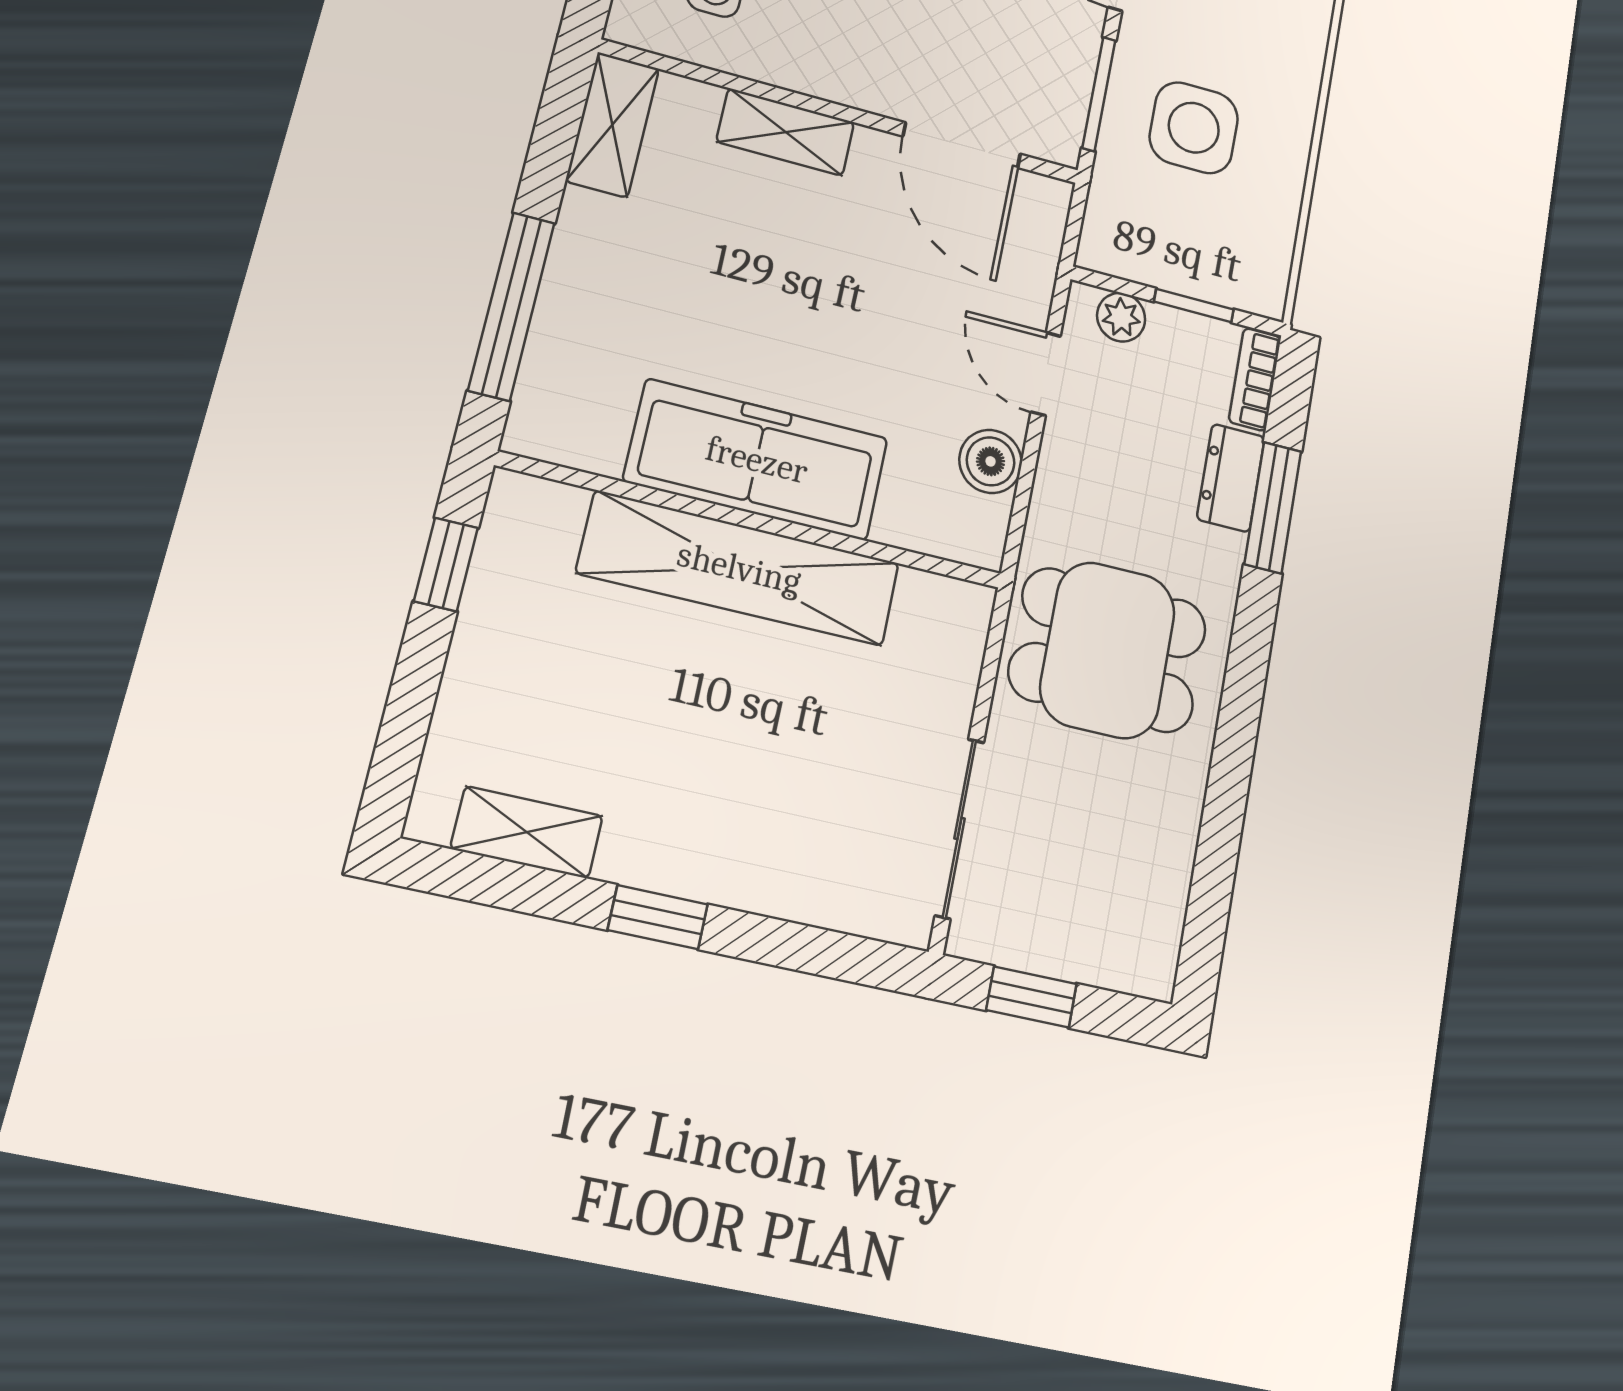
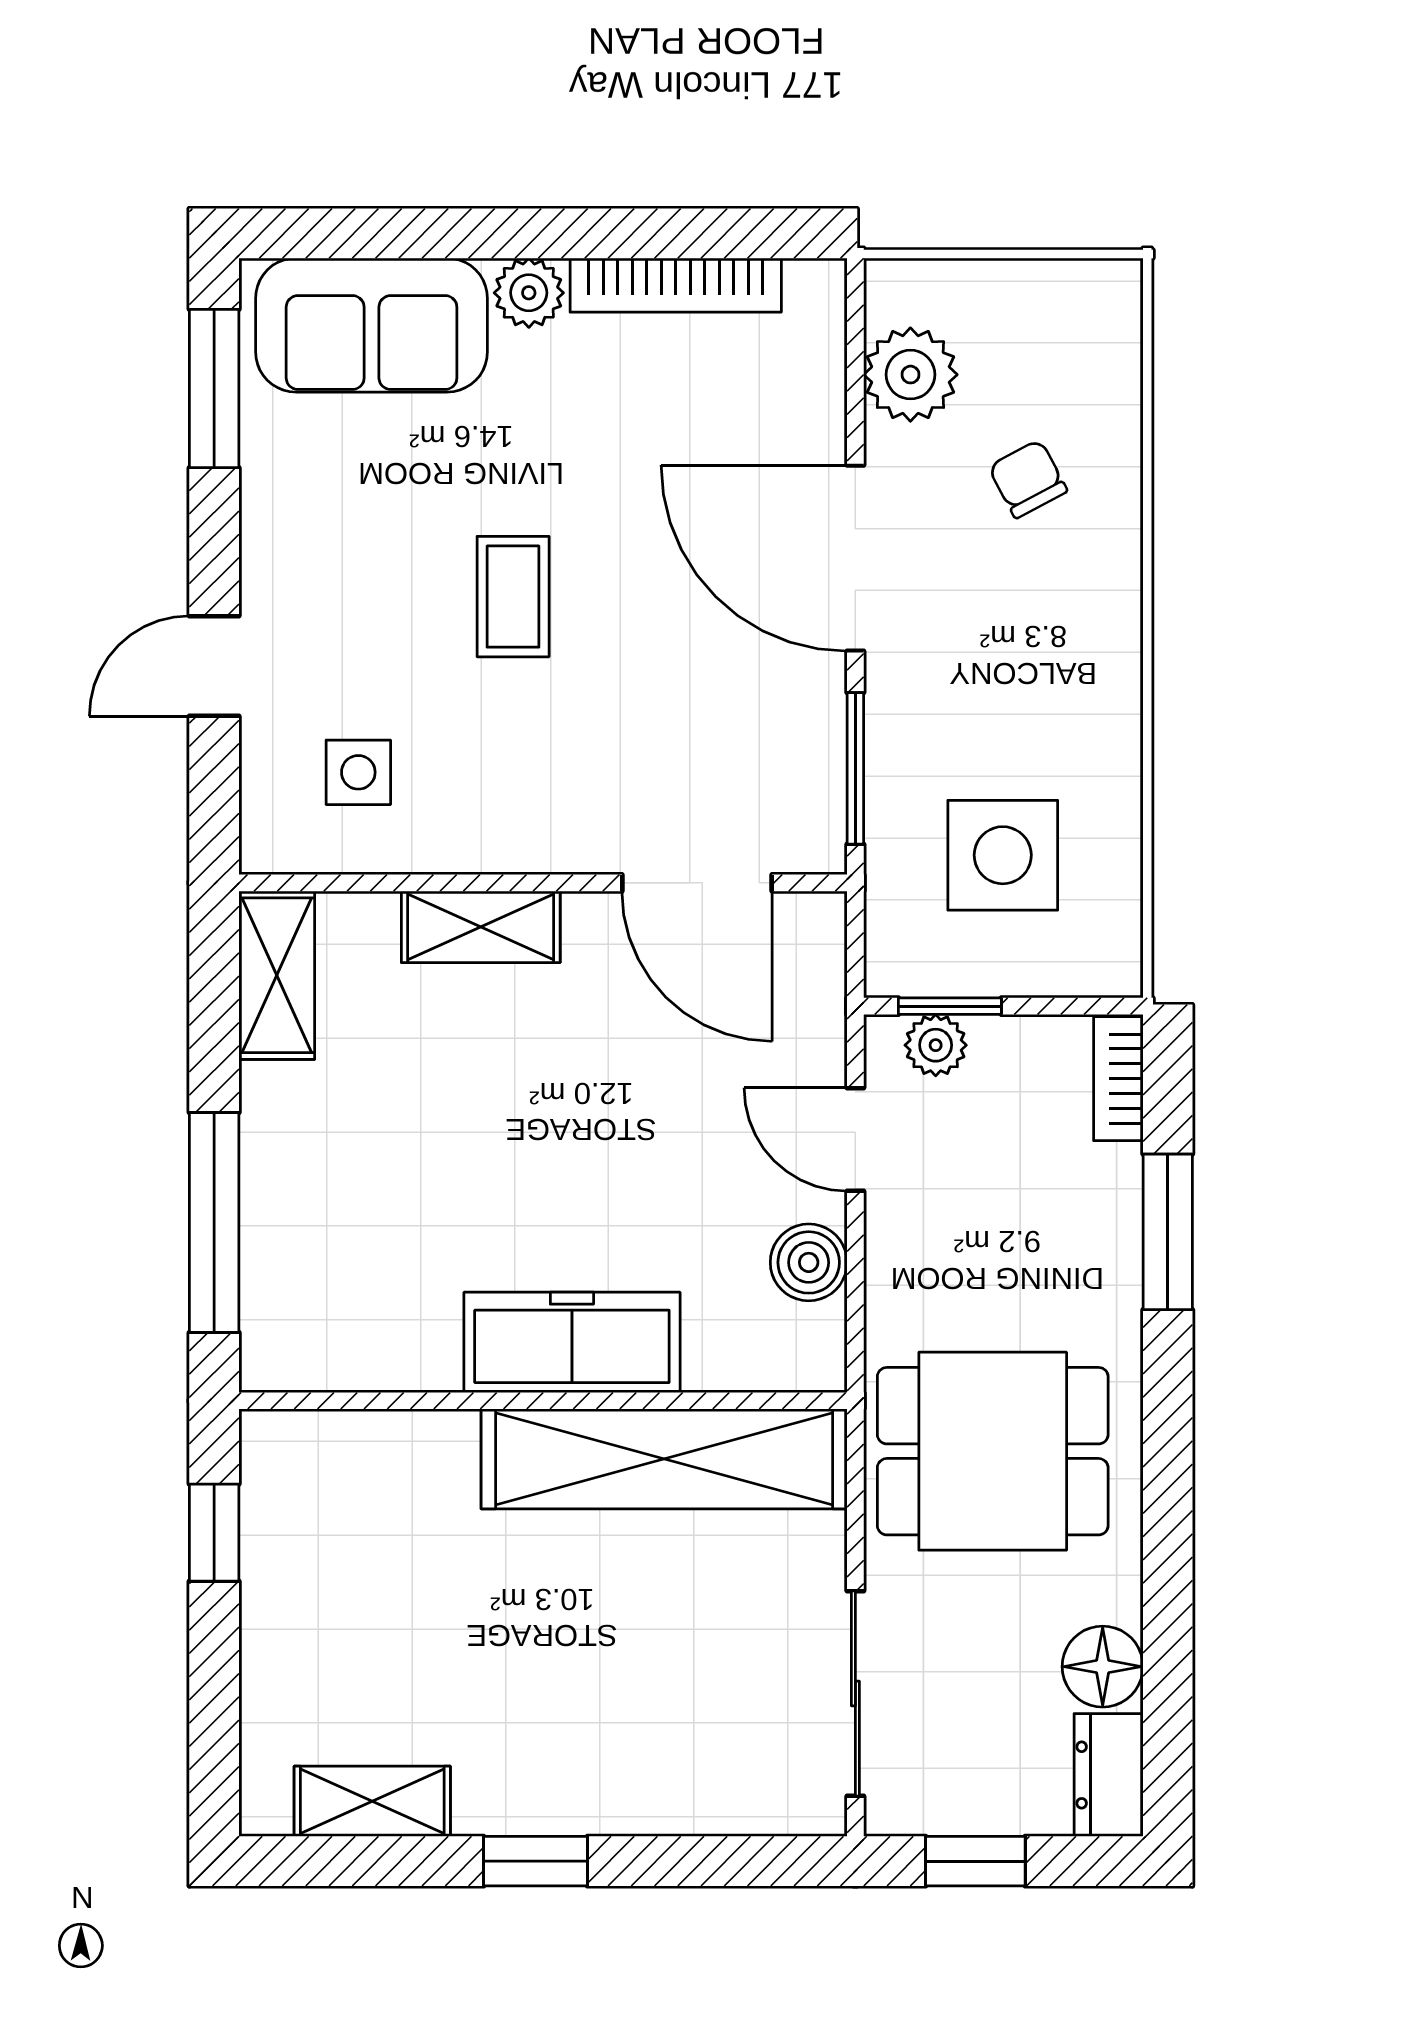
side table: (1194, 128) -> (1003, 855), moved
window: (1194, 306) -> (950, 1006), moved
freezer: (757, 460) -> (572, 1342), width x0.73, depth x0.79
dresser: (1231, 478) -> (1109, 1775), moved
shelving: (739, 568) -> (664, 1459), moved
floor lamp: (1164, 851) -> (1103, 1667), added

